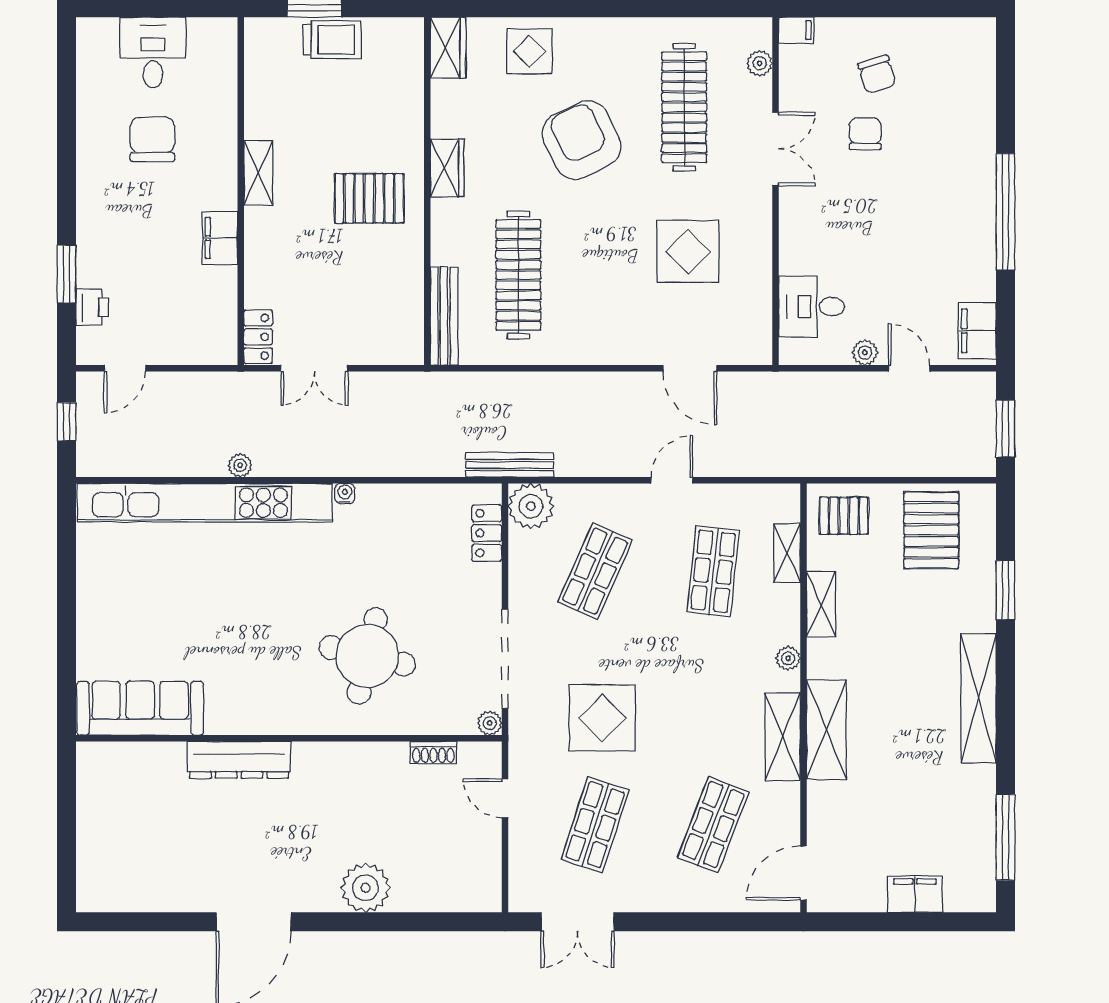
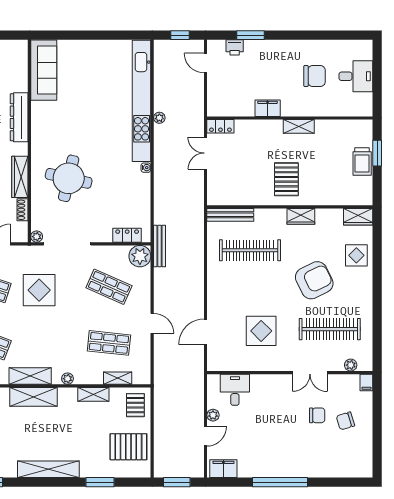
wardrobe: (364, 758) -> (20, 177), added

